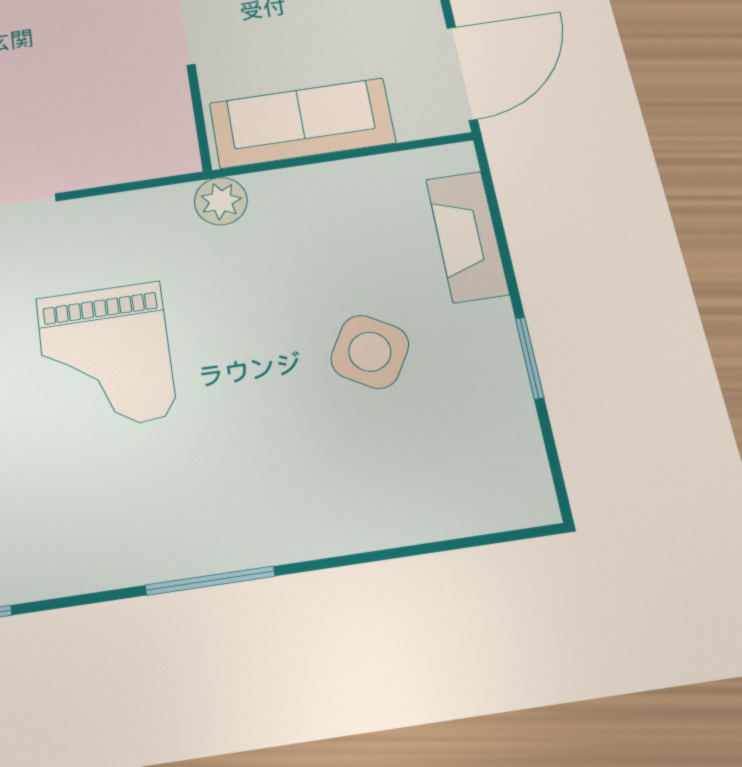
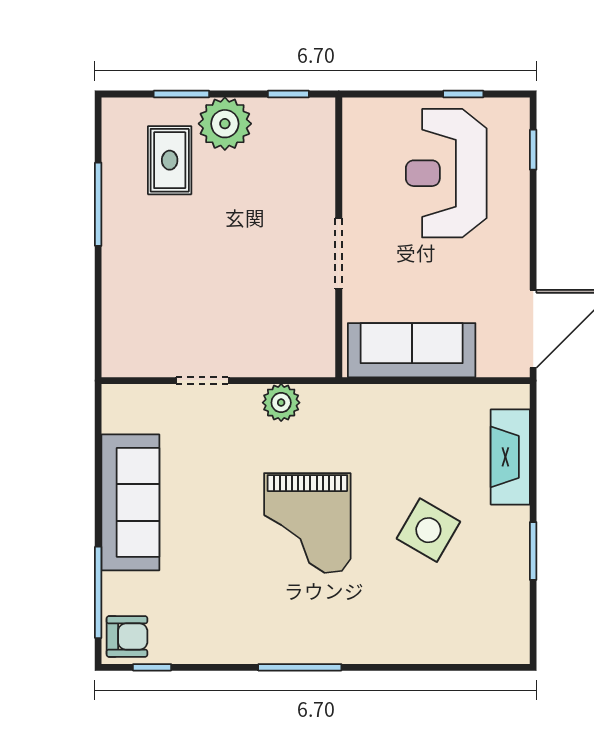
plant: (221, 201) -> (281, 403), moved
grand piano: (106, 357) -> (307, 523), moved

